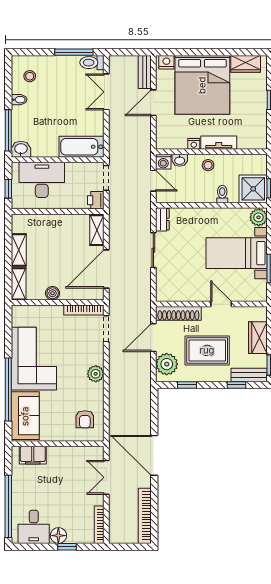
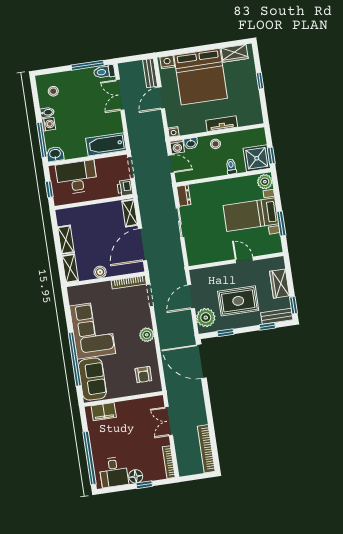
washing machine: (19, 113) -> (49, 124), added
nightstand: (194, 144) -> (173, 132), moved
shoe rack: (178, 313) -> (209, 273), removed
door: (154, 455) -> (201, 361), moved

